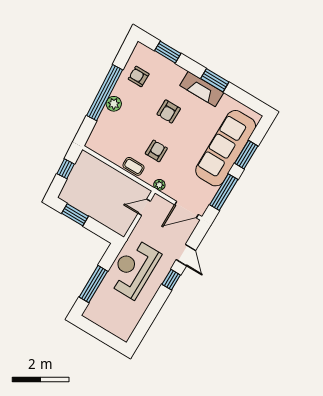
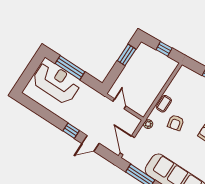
armchair: (156, 151) -> (176, 123), turned 77
door: (144, 207) -> (119, 104), moved
reception desk: (134, 269) -> (56, 83), moved

